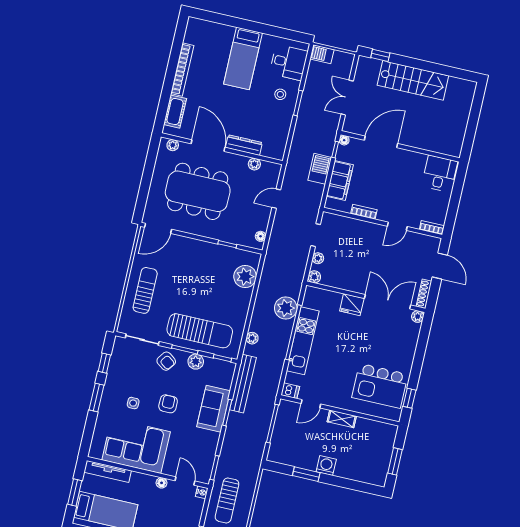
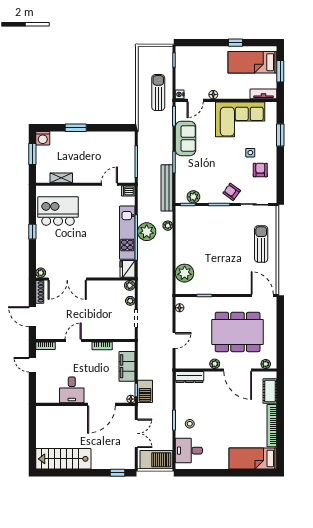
barbecue: (322, 54) -> (156, 460), width x1.88, depth x1.53
bed: (243, 58) -> (253, 458), moved, turned -90
stairs: (413, 80) -> (63, 459), moved
dresser: (244, 145) -> (190, 377), moved
plant: (254, 164) -> (215, 364), moved
barbecue: (320, 169) -> (145, 391), moved
desk: (440, 174) -> (72, 390), moved
door: (453, 208) -> (32, 365), added
door: (158, 228) -> (262, 296), hinge flipped
sun lounger: (145, 290) -> (261, 244), turned 180
fridge: (352, 305) -> (127, 269), moved, turned -90
plant: (286, 308) -> (147, 232), moved
sun lounger: (200, 331) -> (211, 222), removed
plant: (196, 362) -> (193, 197), moved
window: (104, 363) -> (280, 179), removed
window: (96, 397) -> (280, 135), moved
window: (409, 398) -> (32, 232), moved
armchair: (168, 404) -> (260, 170), moved, turned 180
sofa: (214, 409) -> (186, 138), moved
shelving: (342, 419) -> (61, 178), moved
washing machine: (326, 465) -> (43, 138), moved
tv unit: (108, 471) -> (263, 94), width x0.71
window: (306, 474) -> (76, 128), moved
door: (185, 481) -> (195, 100), hinge flipped

